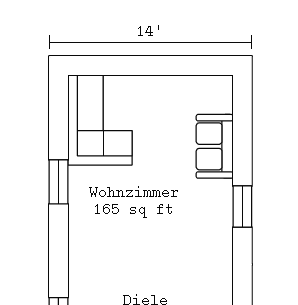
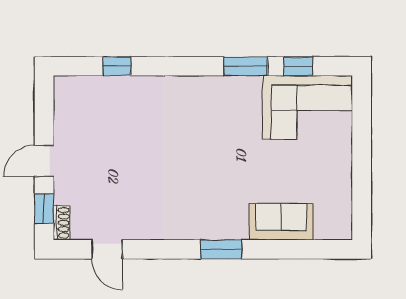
window: (58, 129) -> (298, 66), added

